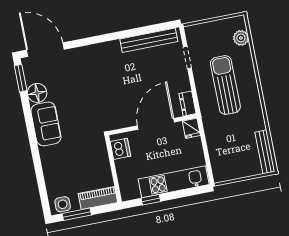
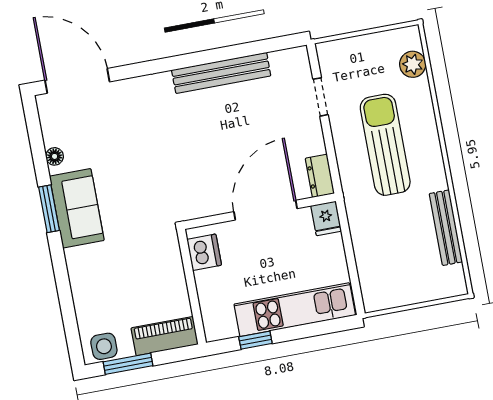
bench: (149, 40) -> (221, 73), moved
window: (21, 78) -> (49, 209), moved
floor lamp: (37, 93) -> (55, 156), width x0.53, depth x0.53
bench: (265, 152) -> (446, 228), moved

